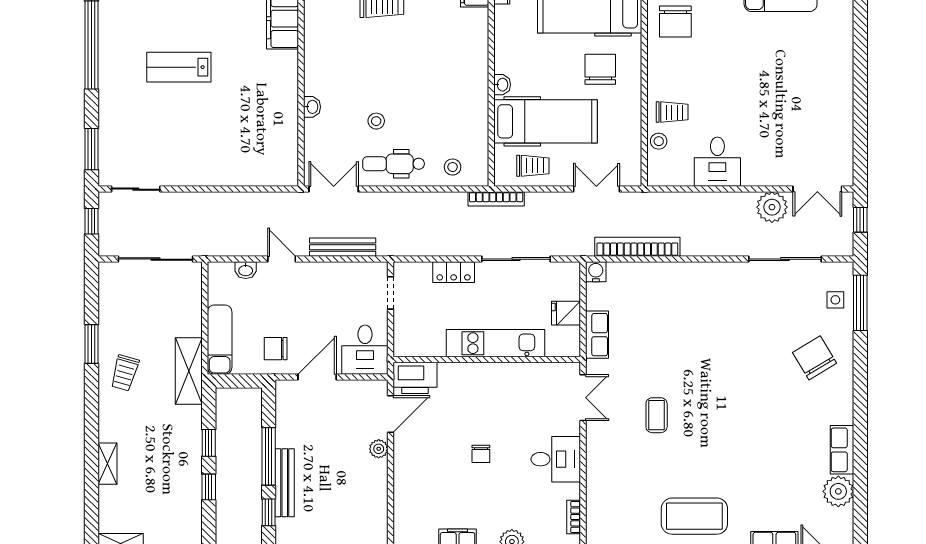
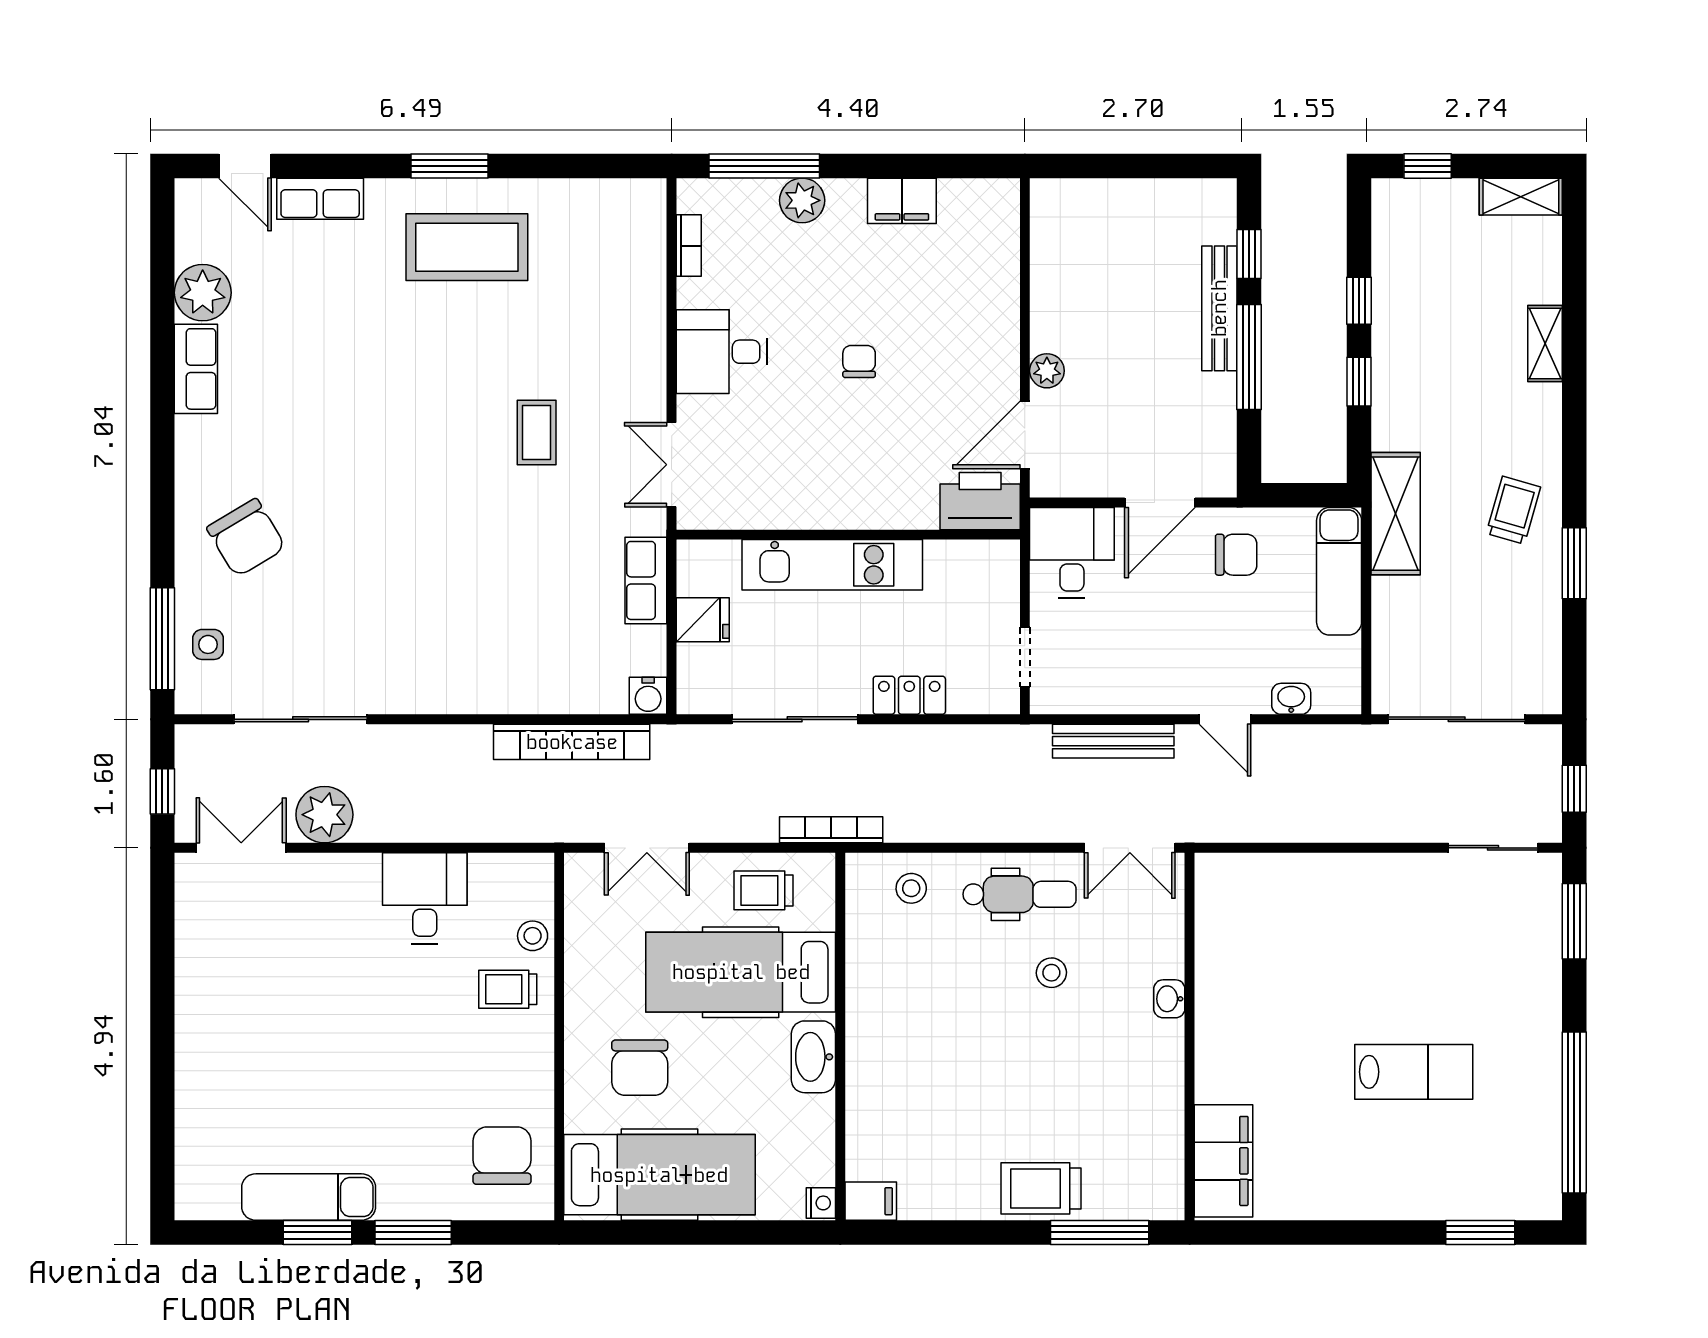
washbasin: (502, 85) -> (813, 1057), width x1.91, depth x1.45

